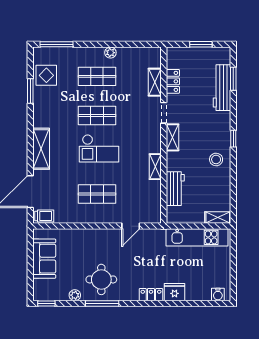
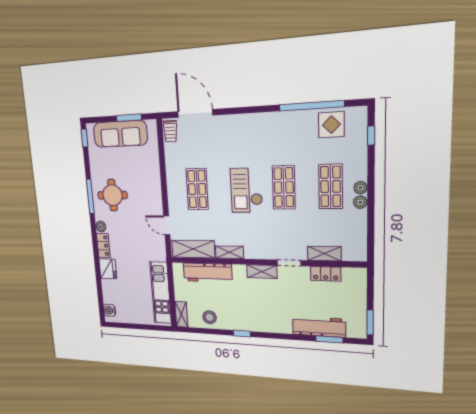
window: (57, 44) -> (371, 136), width x0.46
window: (201, 44) -> (370, 322), moved
plant: (98, 52) -> (360, 188), added
window: (30, 91) -> (311, 106), width x2.11
window: (233, 139) -> (242, 333), moved
shelving: (41, 149) -> (193, 249), moved
stool: (216, 159) -> (210, 317), moved
workbench: (175, 189) -> (208, 273), width x1.38
window: (30, 256) -> (129, 118), added
sofa: (44, 259) -> (120, 134), width x1.36
plant: (75, 295) -> (101, 227), moved

